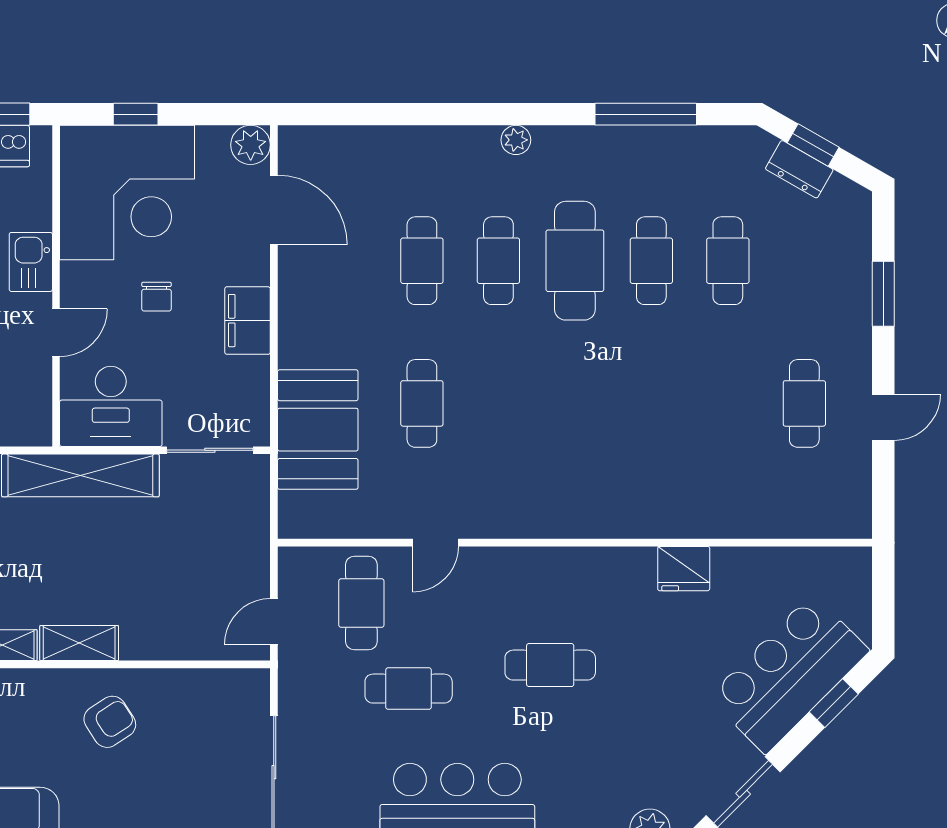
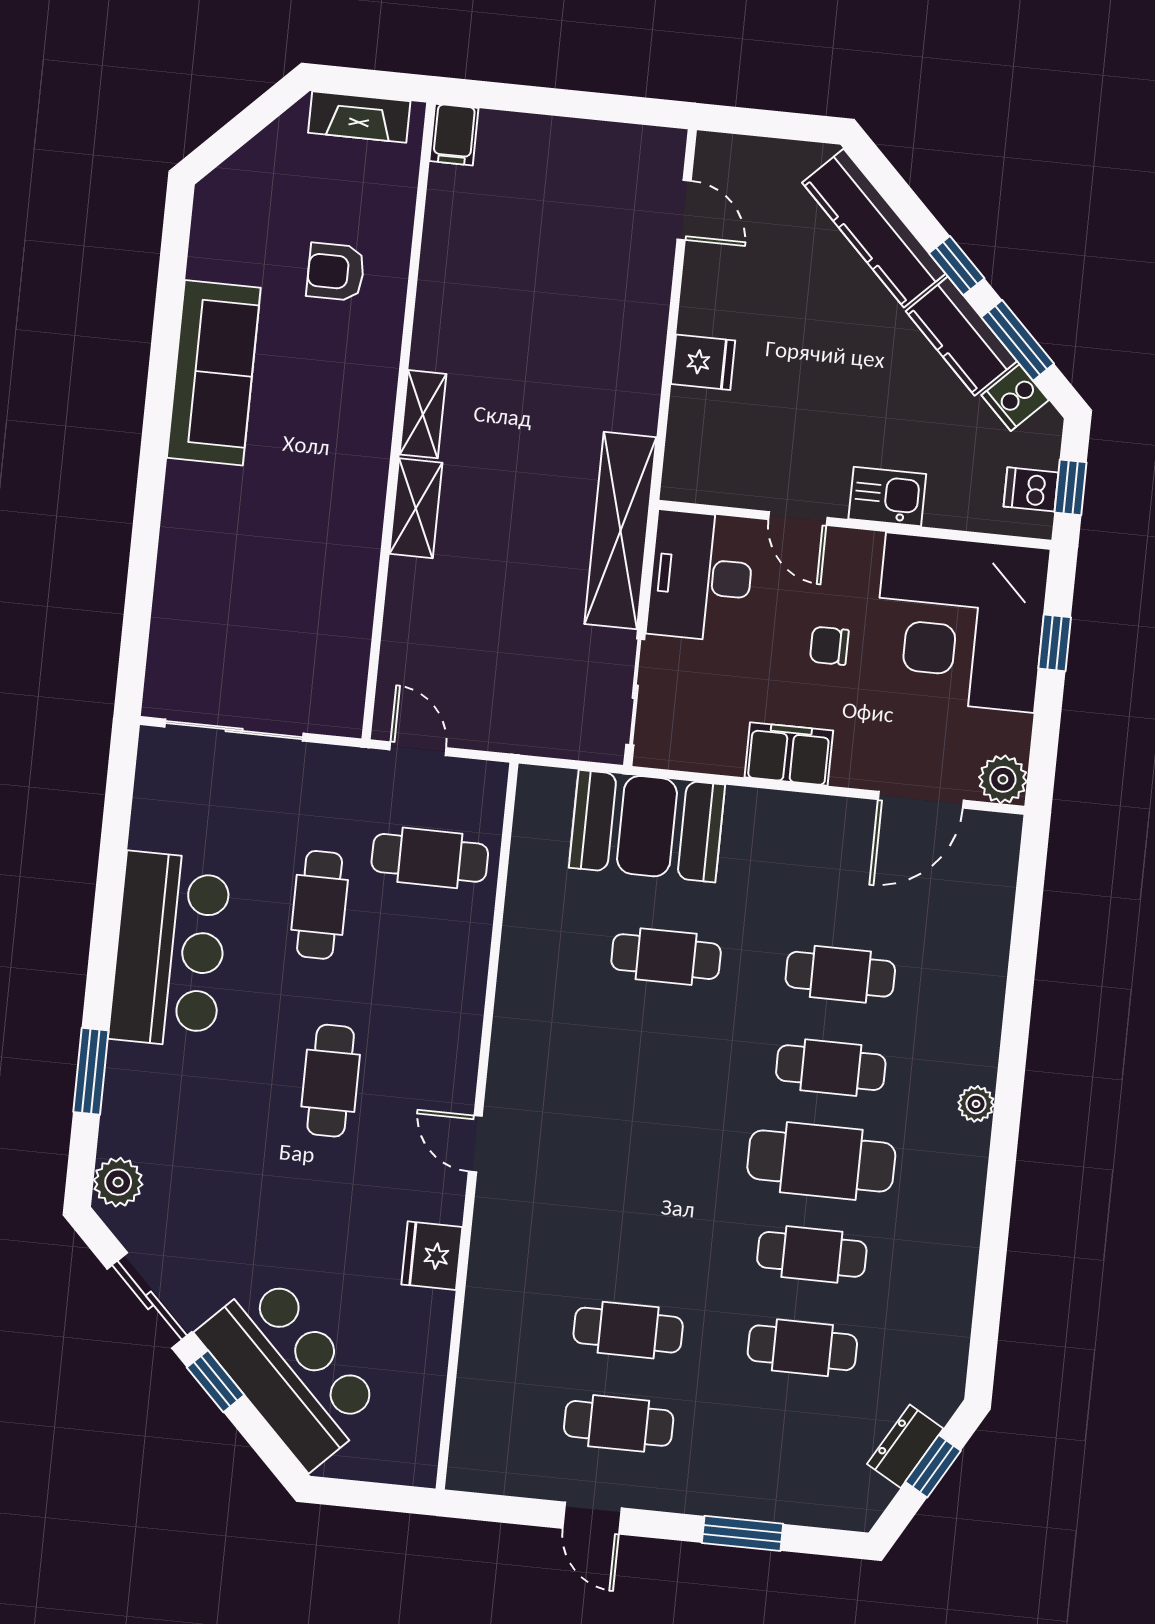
window: (646, 114) -> (991, 1266), removed
cafe table: (728, 403) -> (628, 1330), added
door: (435, 543) -> (475, 1144), moved
window: (834, 703) -> (216, 1381), moved
armchair: (110, 722) -> (316, 536), removed

